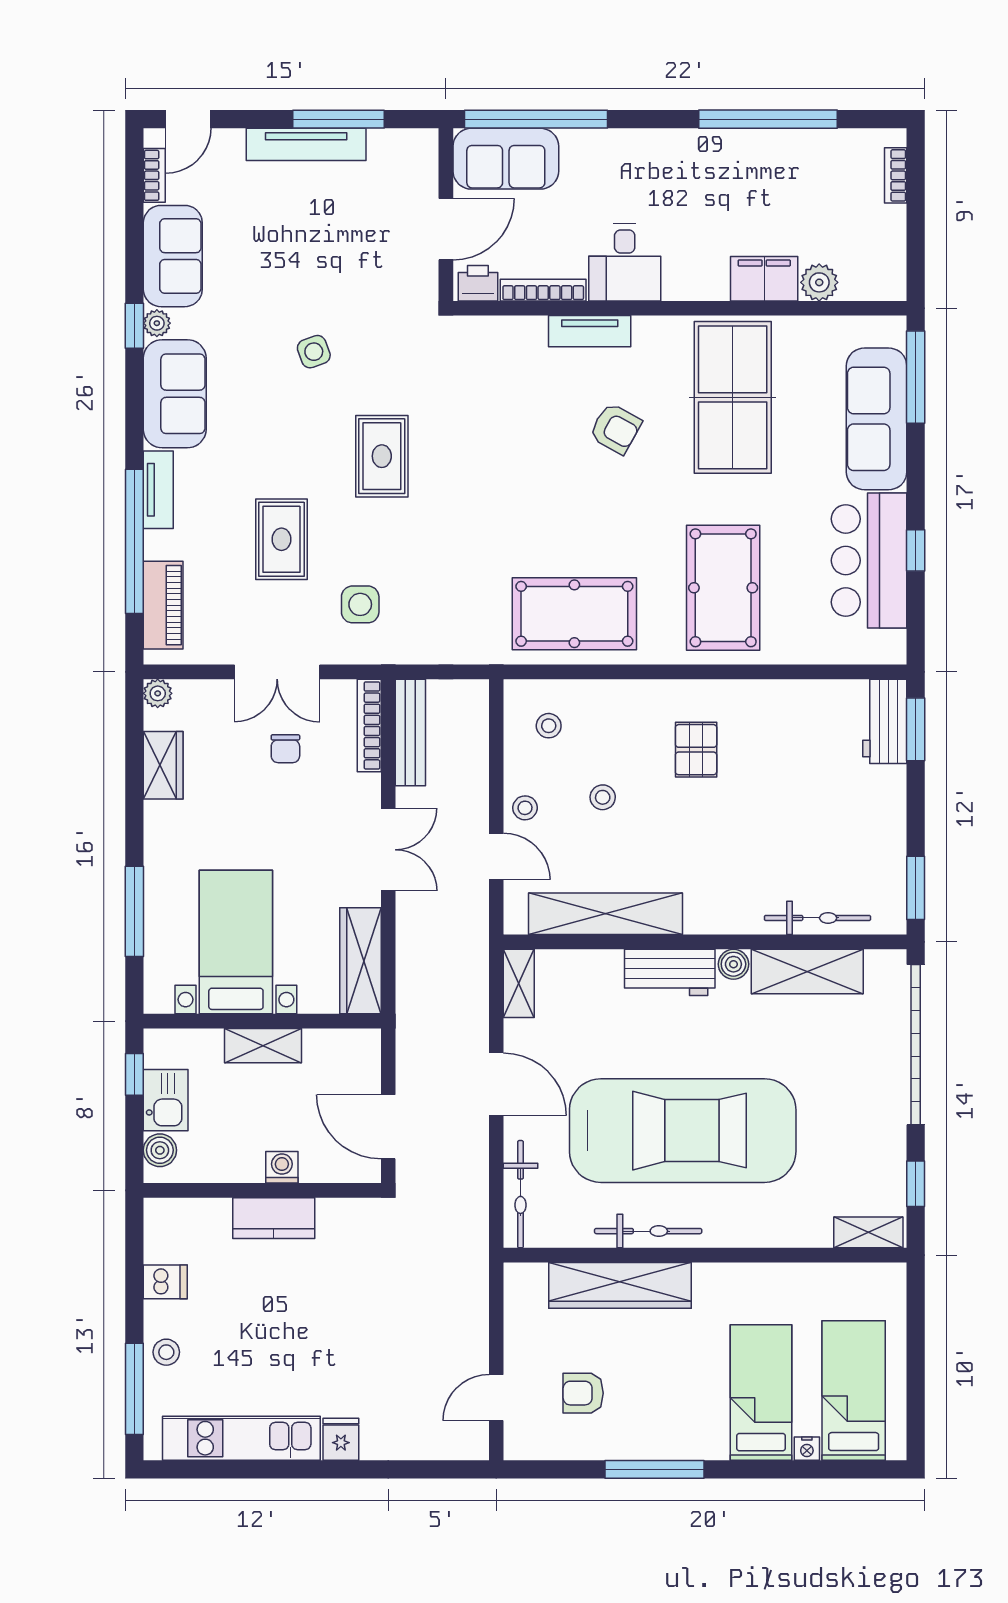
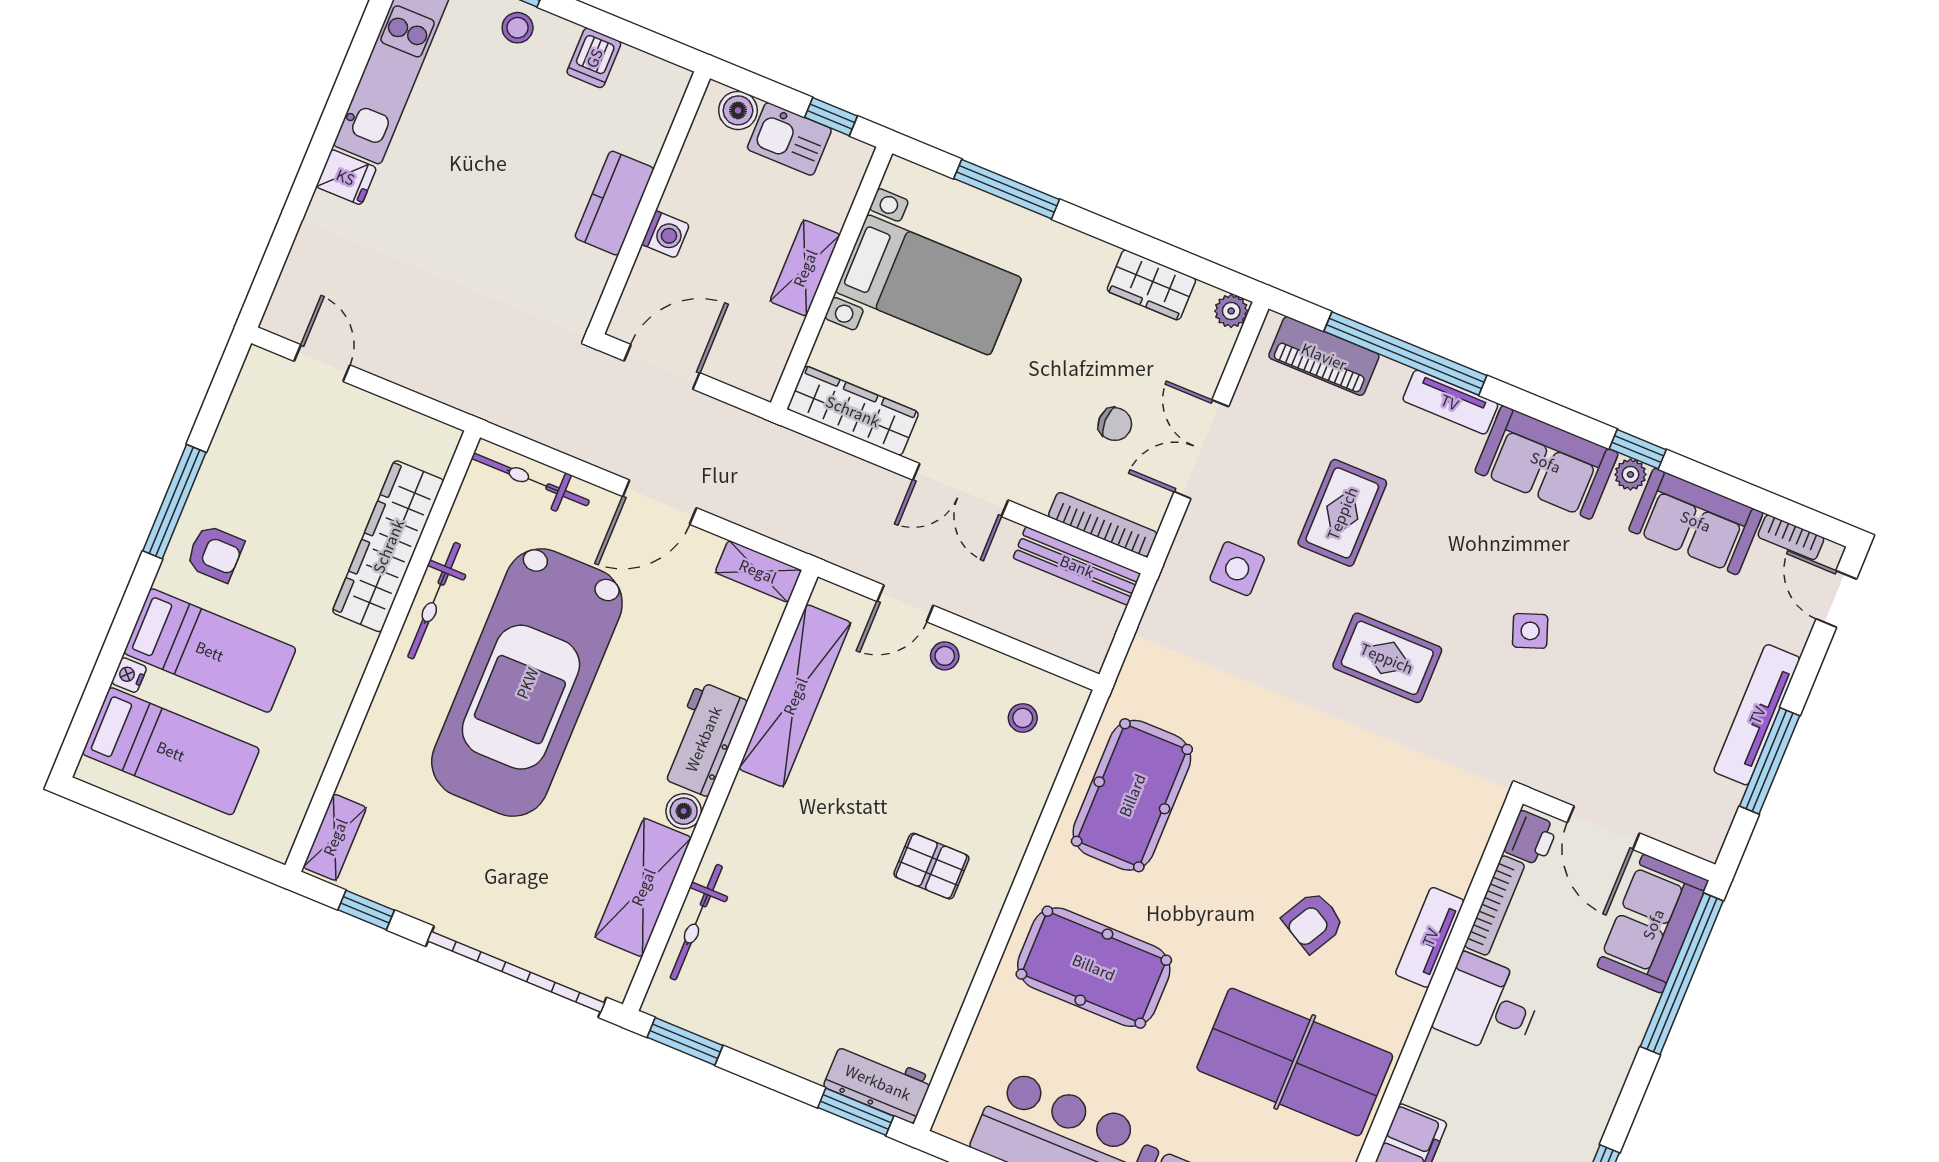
rug: (282, 539) -> (1342, 513), turned 90
chair: (285, 749) -> (1115, 424), turned 180
stool: (603, 797) -> (922, 744), removed
armchair: (583, 1393) -> (215, 554), moved, turned 90

